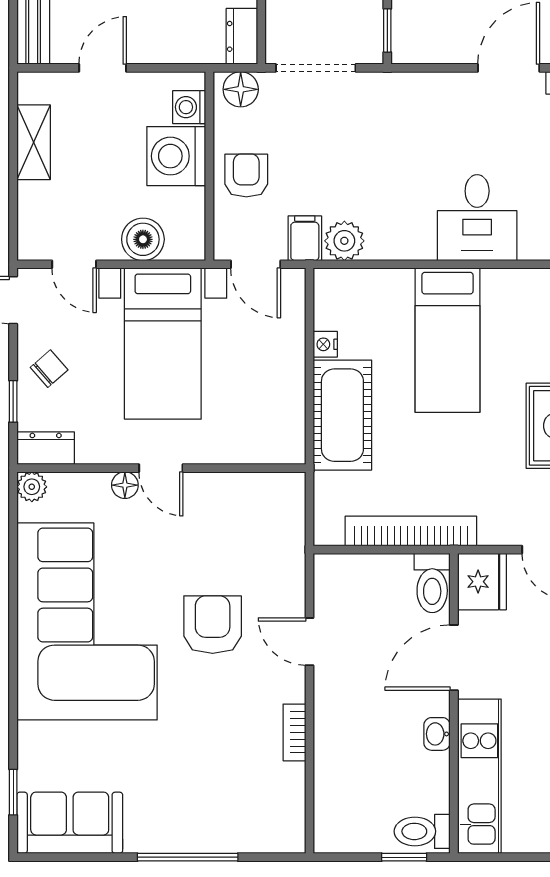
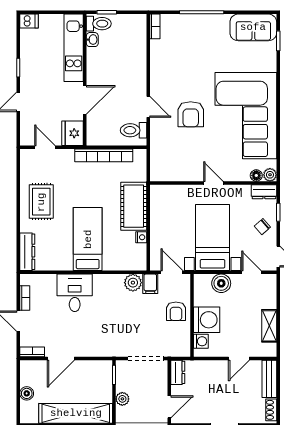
floor lamp: (241, 89) -> (178, 349), removed
floor lamp: (125, 485) -> (256, 175), moved
toilet: (432, 583) -> (134, 130), moved, turned -90
bookcase: (294, 732) -> (155, 26), moved
washbasin: (437, 734) -> (92, 40), moved

